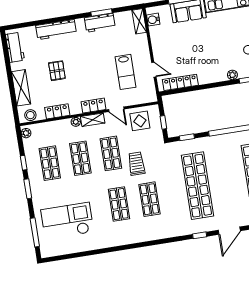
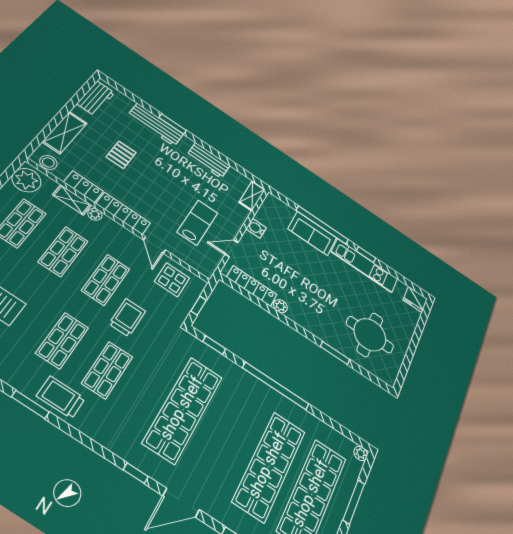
window: (101, 13) -> (173, 124), moved
water cooler: (153, 20) -> (256, 228), moved
door: (154, 70) -> (232, 248), swing flipped
lab bench: (125, 72) -> (197, 222), turned 180
plant: (232, 75) -> (280, 306), moved
locker: (94, 106) -> (123, 213), width x1.53
shelving: (93, 120) -> (72, 200), moved
plant: (26, 133) -> (26, 180), width x1.88, depth x1.88
trolley: (141, 231) -> (61, 397), added
window: (132, 246) -> (30, 405), added

